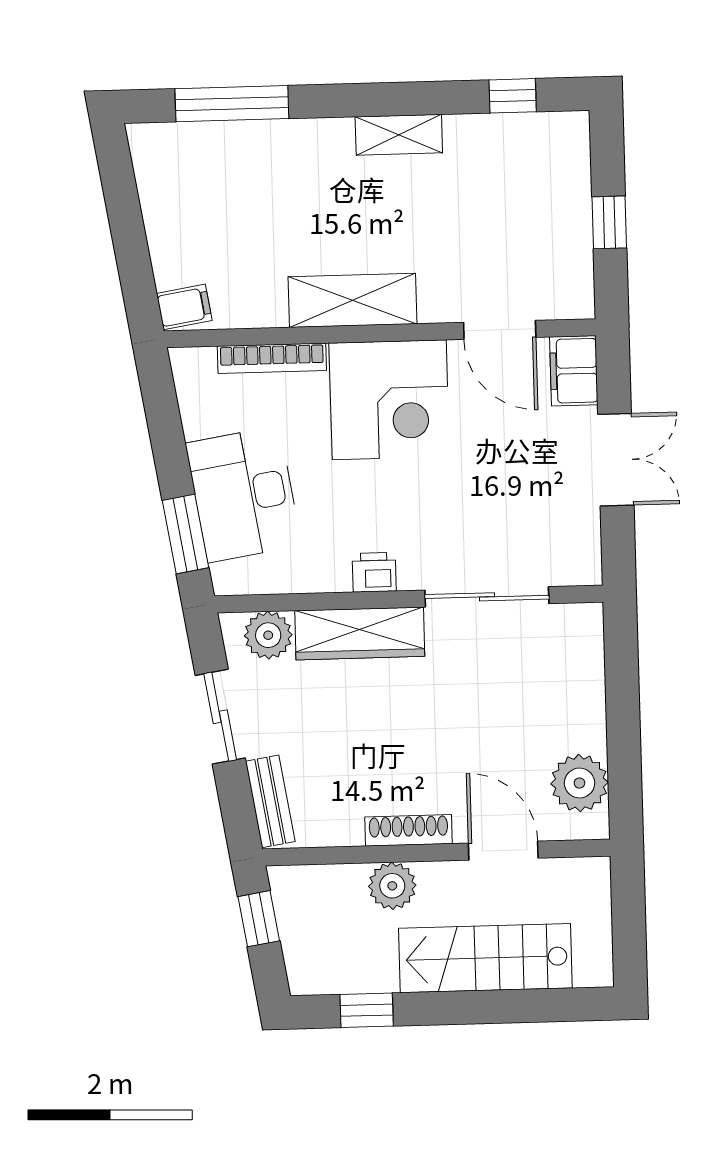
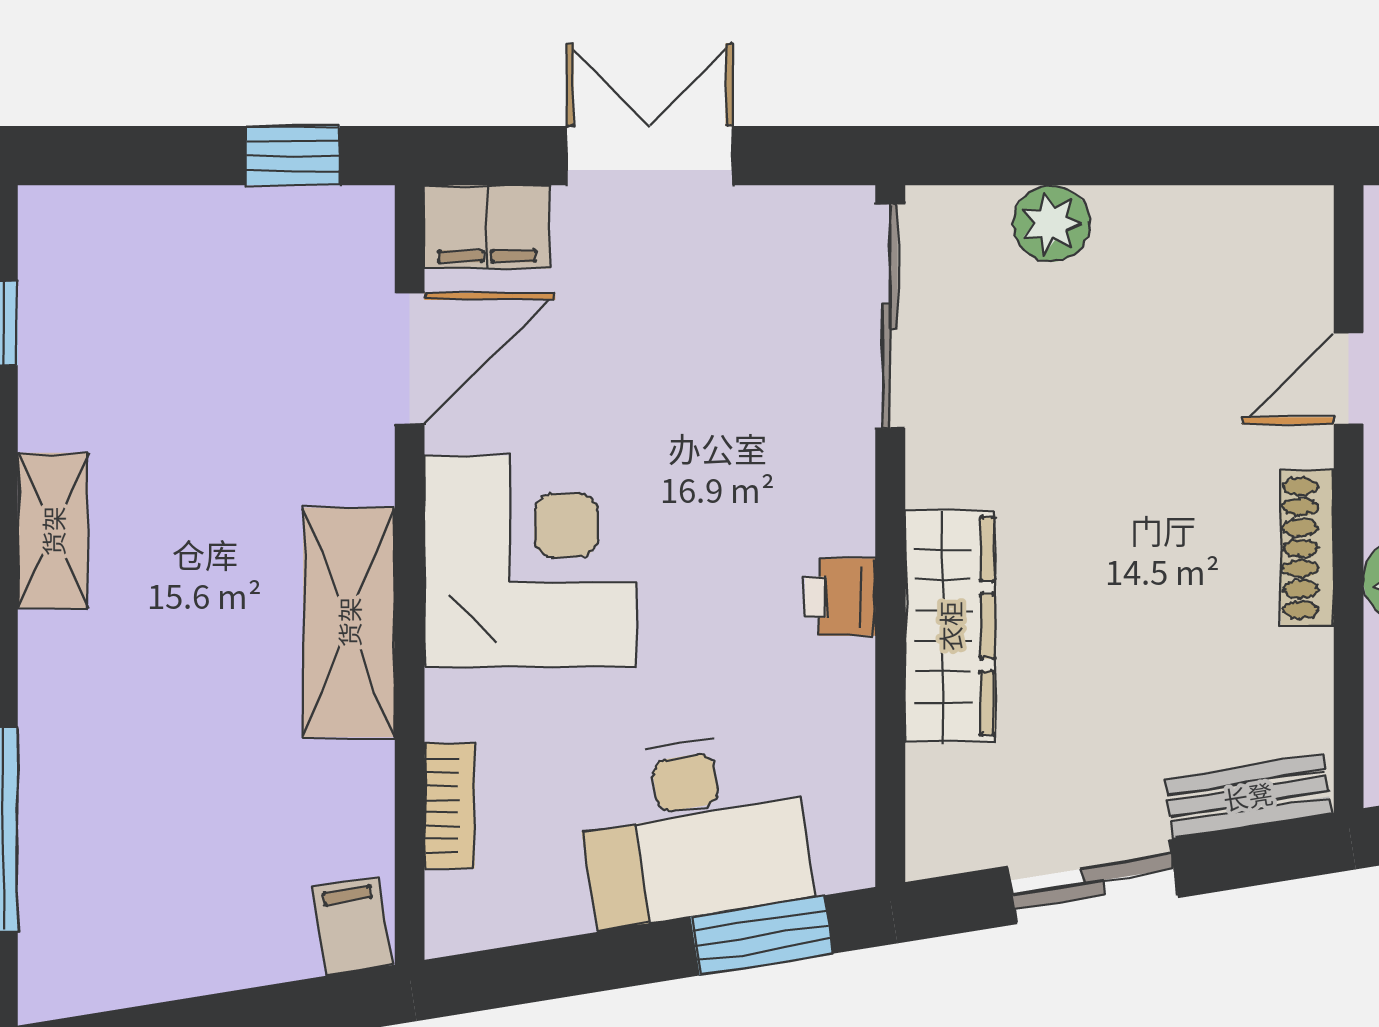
window: (609, 222) -> (293, 156), moved
bookcase: (272, 358) -> (449, 806), width x0.64
sliding door: (487, 597) -> (890, 316), moved
plant: (268, 635) -> (948, 791), removed
plant: (579, 783) -> (1051, 224), moved, width x0.73, depth x0.73
door: (503, 851) -> (1349, 378), width x0.73

